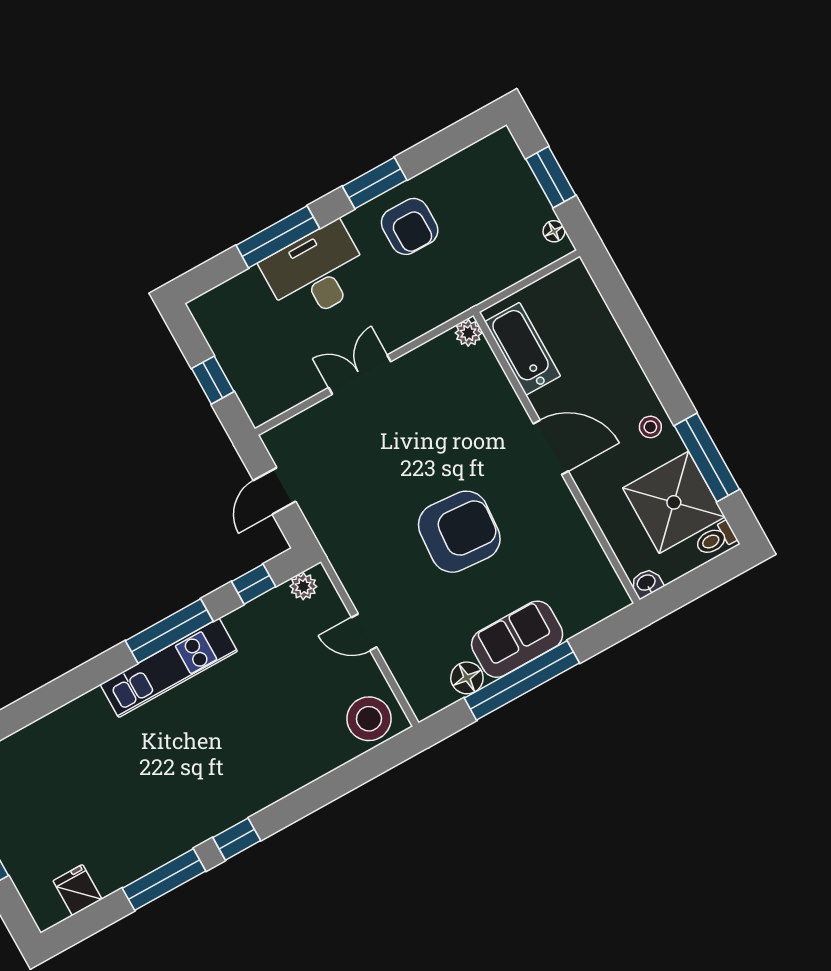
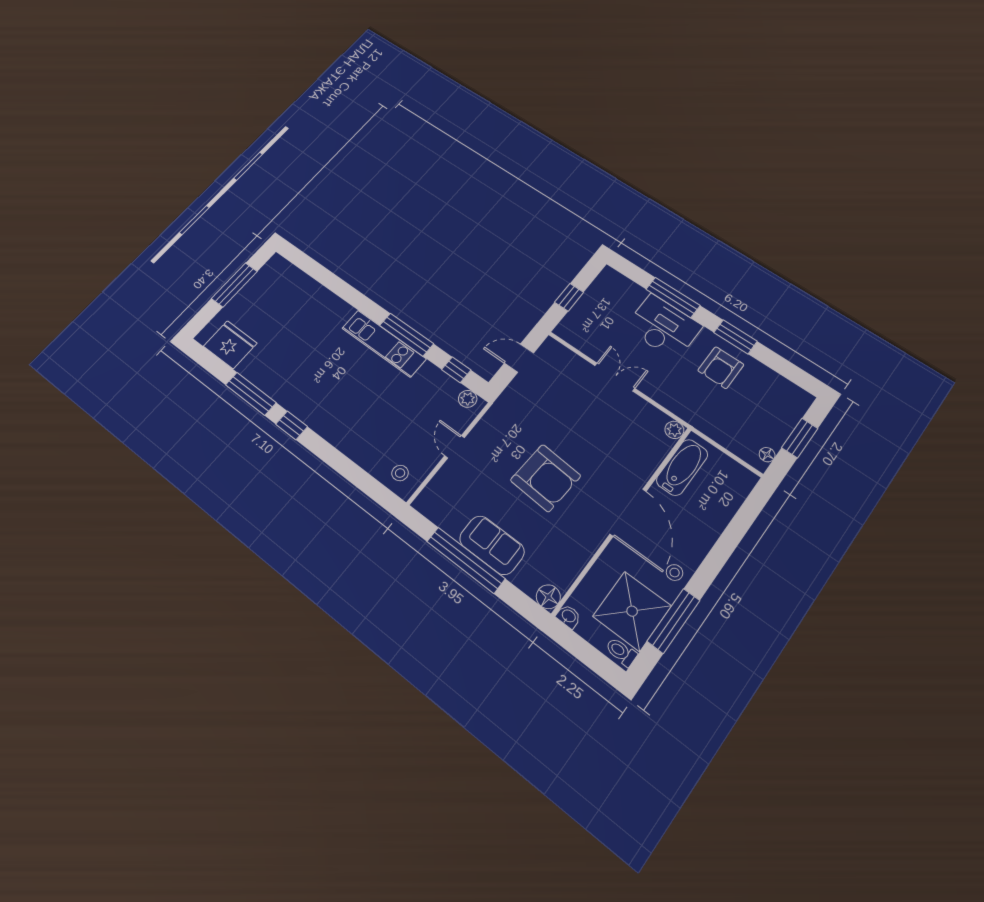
door: (551, 447) -> (628, 513), width x1.36
floor lamp: (467, 678) -> (548, 597), moved
stool: (369, 719) -> (400, 473), width x0.53, depth x0.53
fridge: (77, 890) -> (230, 345), width x1.88, depth x1.34

